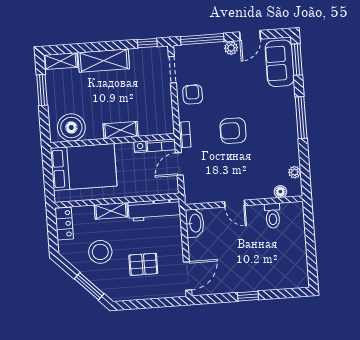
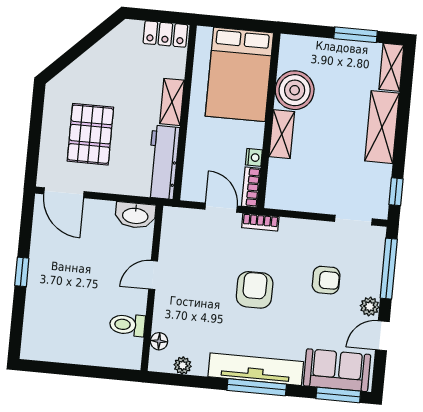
door: (250, 36) -> (382, 336), hinge flipped
armchair: (193, 94) -> (326, 280), moved
tv unit: (289, 120) -> (256, 369), added
boiler: (71, 127) -> (295, 90), moved
stool: (100, 252) -> (118, 78), removed
pallet: (143, 264) -> (90, 134), width x1.50, depth x1.42
window: (89, 286) -> (73, 54), removed

